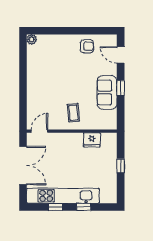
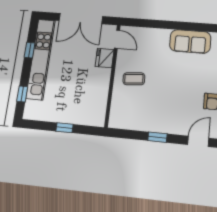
sofa: (107, 92) -> (190, 41), moved, turned 180
fridge: (92, 140) -> (105, 58), moved
window: (84, 207) -> (22, 94), moved

